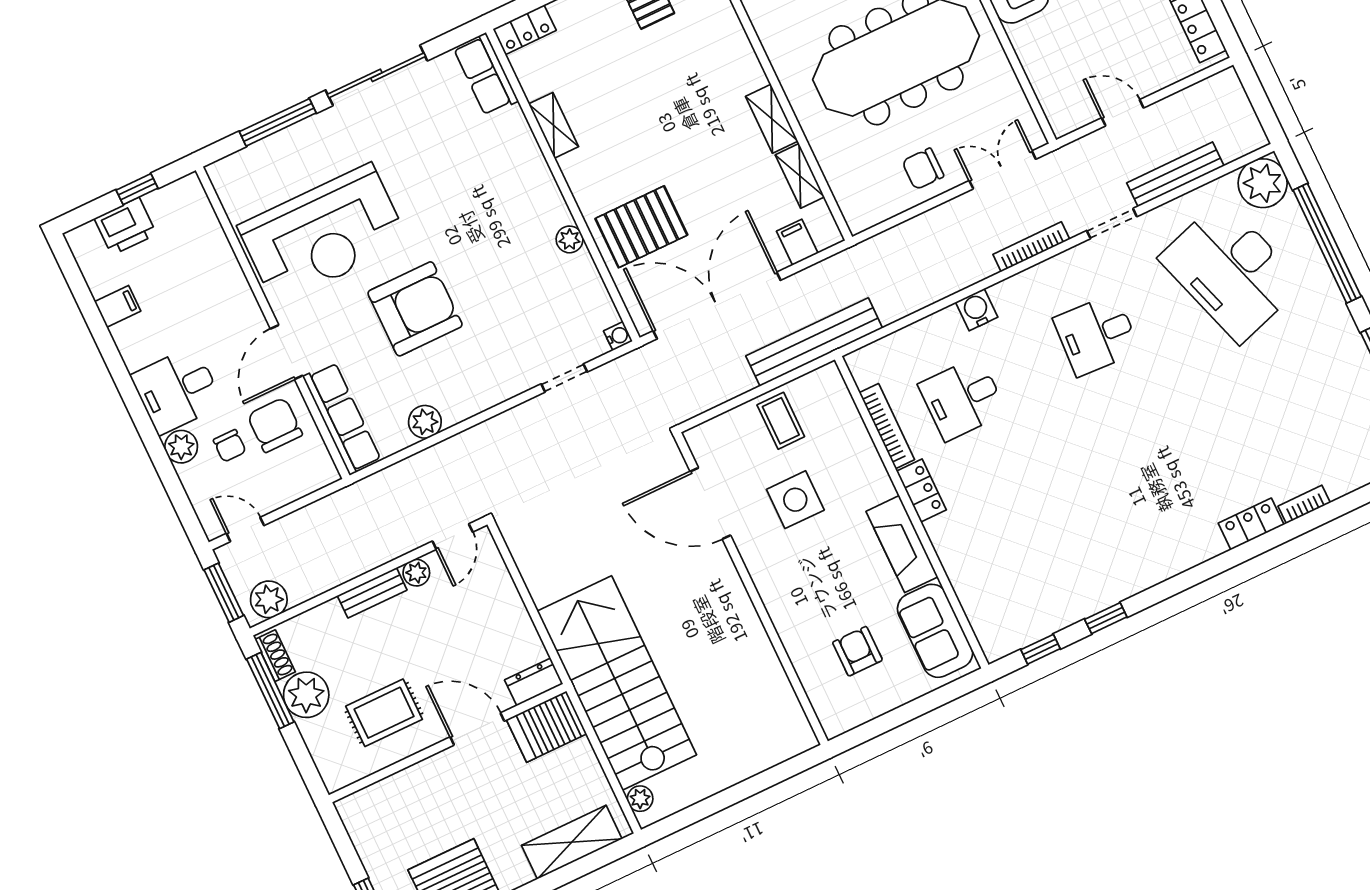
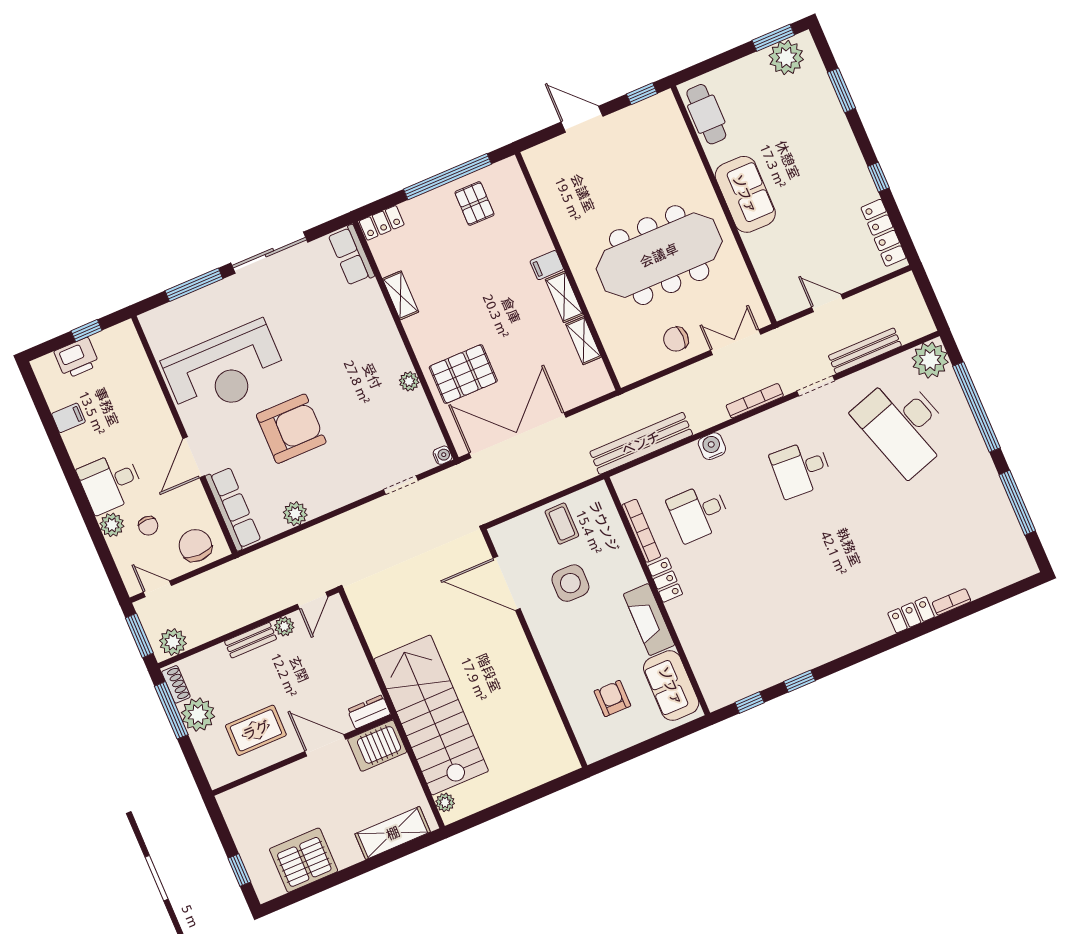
filing cabinet: (797, 242) -> (547, 265), moved, turned -90
bench: (814, 342) -> (641, 443), moved
chair: (275, 425) -> (195, 546), moved

